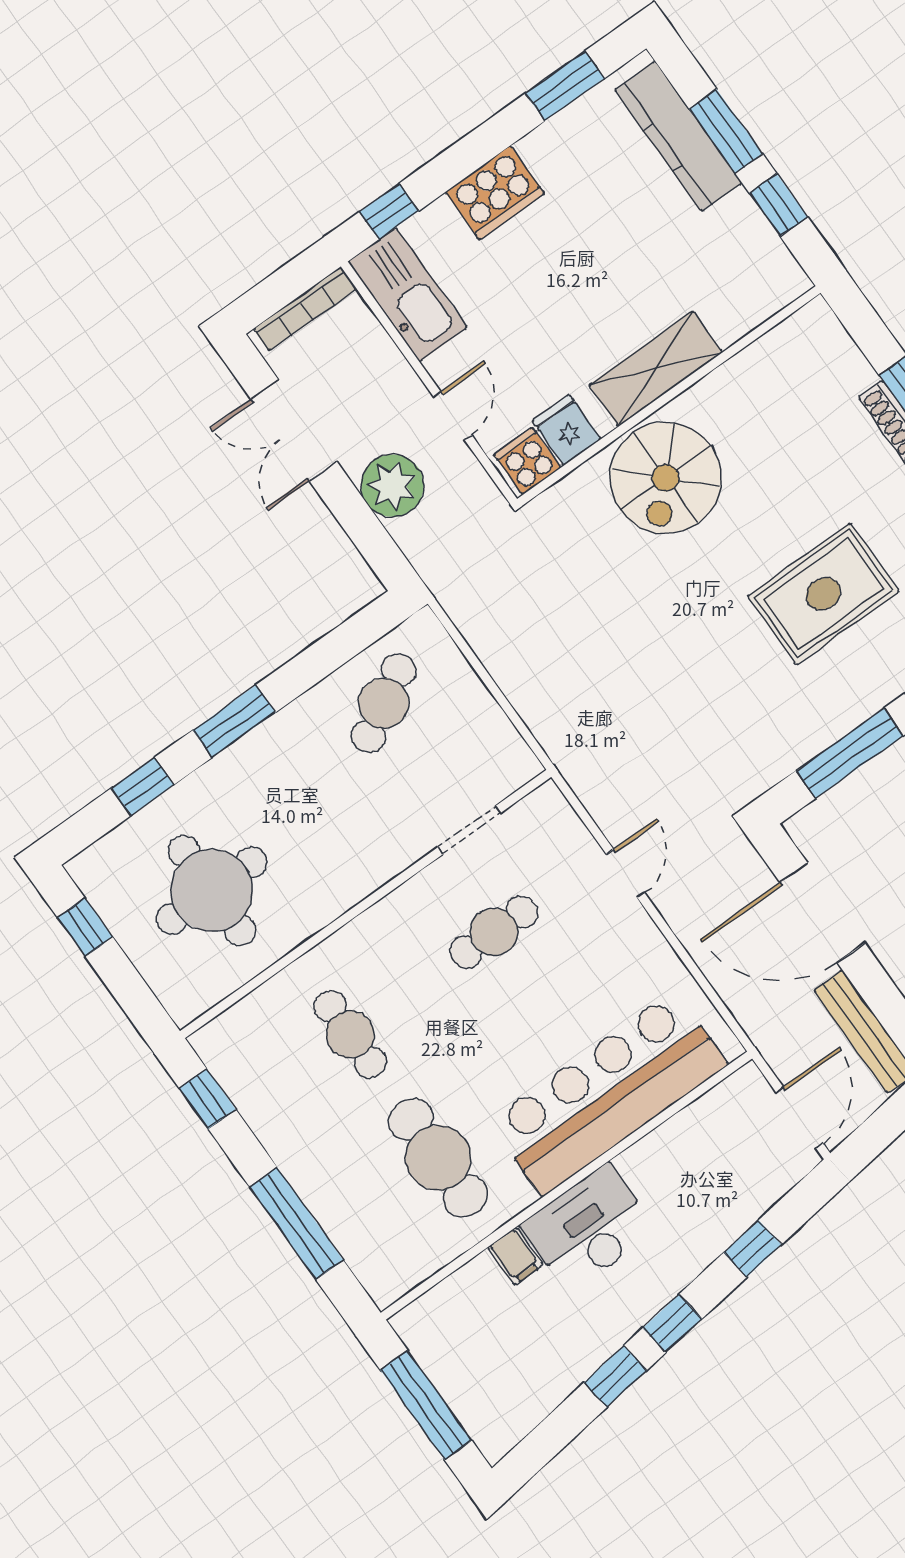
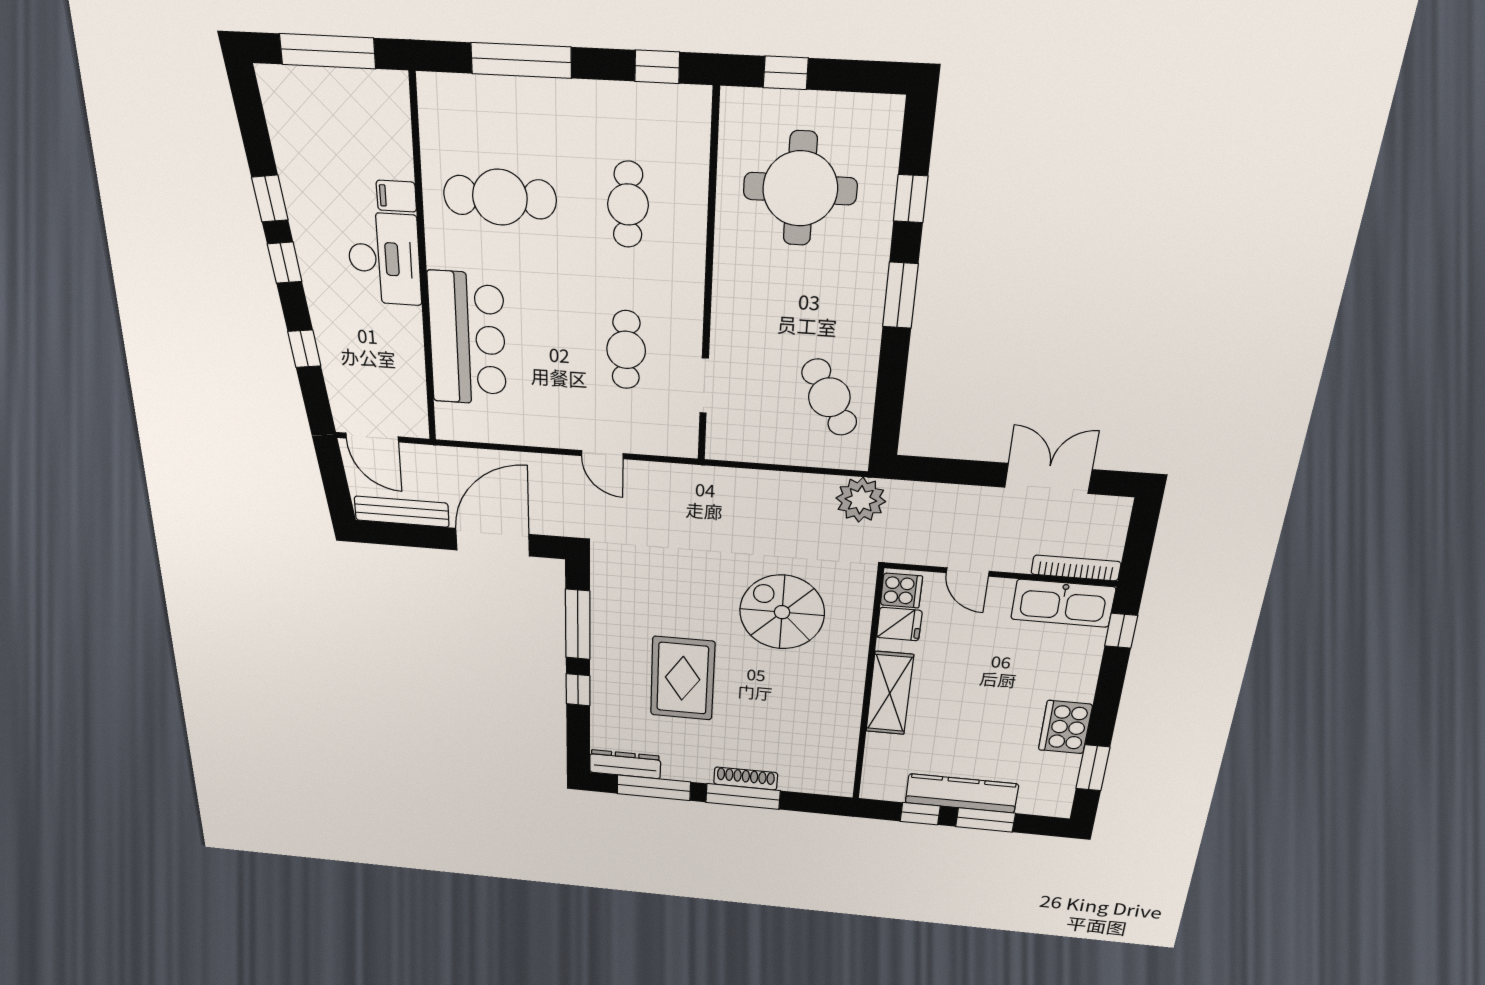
kitchen counter: (678, 136) -> (962, 793), moved
cooker: (495, 193) -> (1065, 727), moved
bookcase: (305, 309) -> (1076, 568), moved, turned 90
spiral stairs: (666, 478) -> (782, 612), moved
plant: (392, 486) -> (861, 500), moved
window: (85, 927) -> (786, 73), moved
cafe table: (350, 1034) -> (628, 205), turned 90
bar counter: (608, 1093) -> (467, 339), width x0.73

